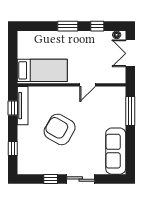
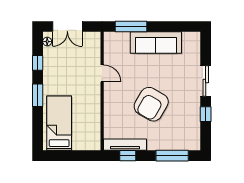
bed: (42, 70) -> (59, 123), moved
window: (13, 148) -> (172, 156), width x2.17
sofa: (116, 151) -> (156, 43), moved

